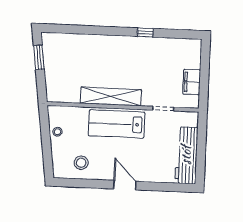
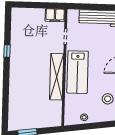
filing cabinet: (192, 82) -> (55, 15), moved

